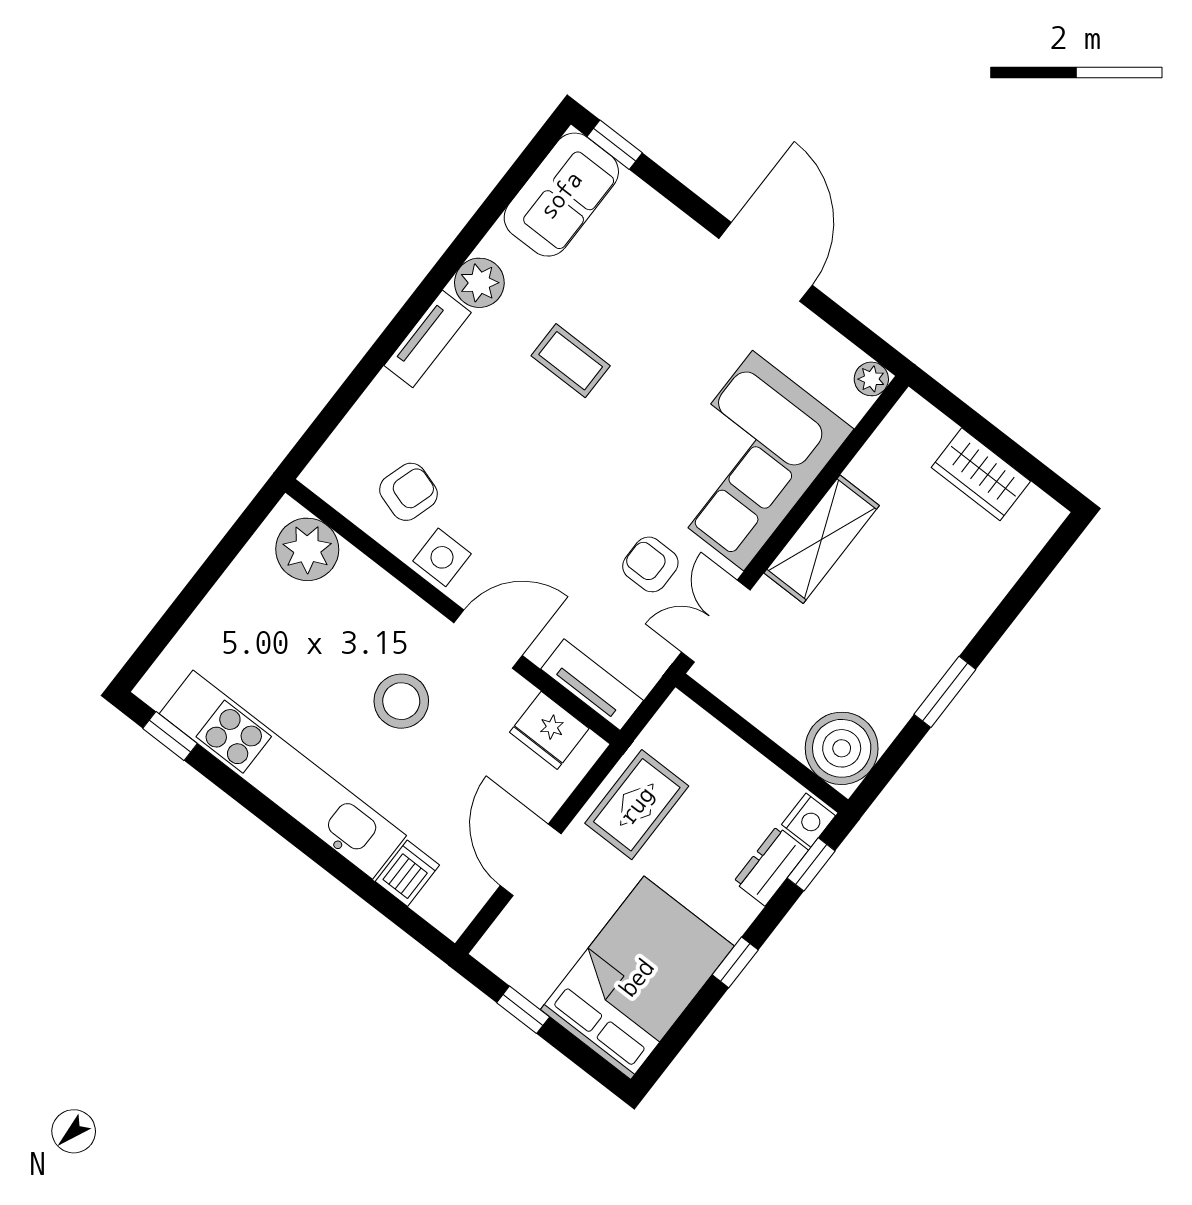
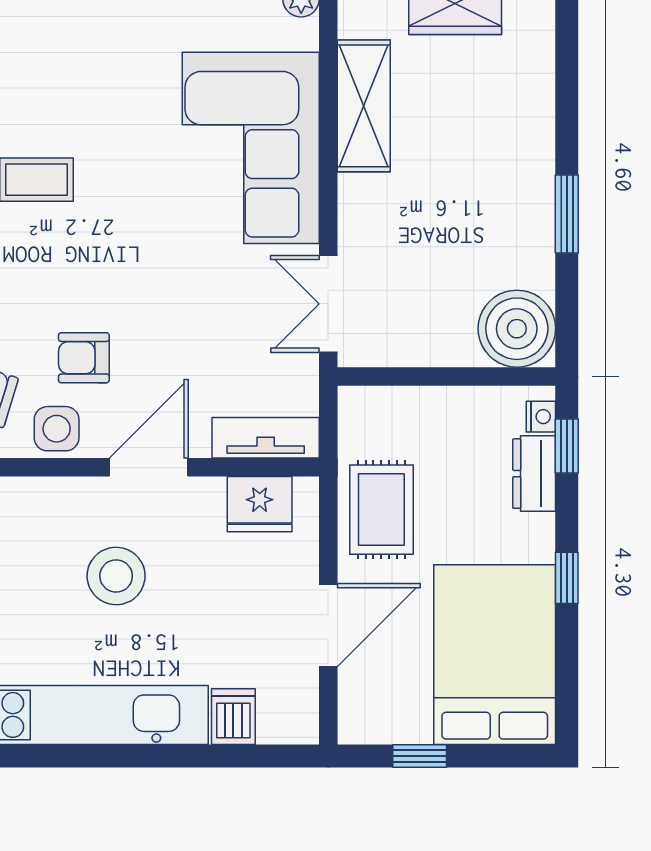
shelving: (822, 539) -> (364, 106), moved
armchair: (650, 564) -> (84, 358), moved
nightstand: (808, 820) -> (541, 417), width x0.72, depth x0.74
door: (531, 860) -> (328, 625), swing flipped

